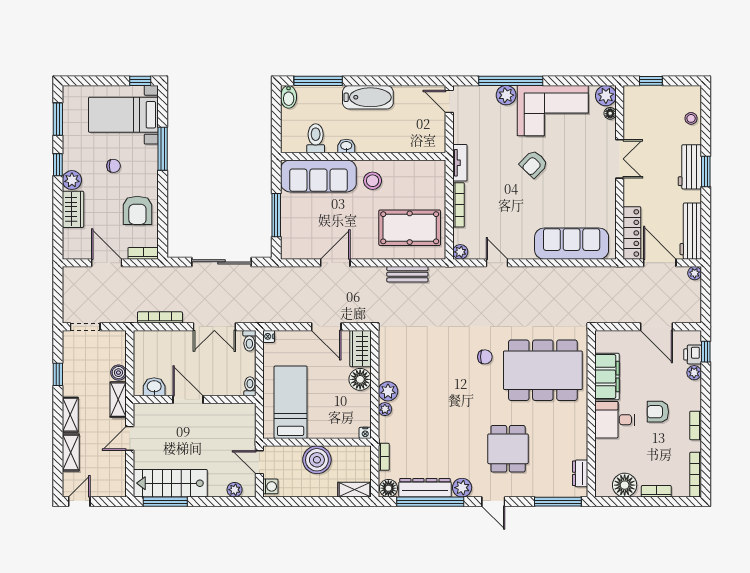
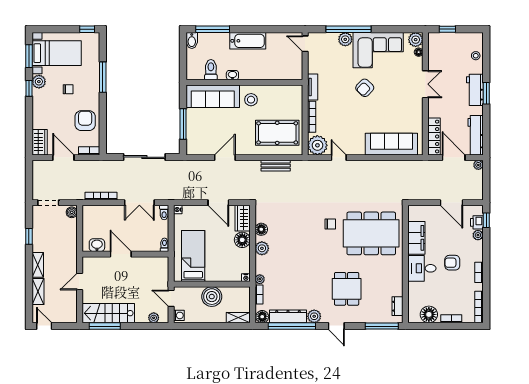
bed with nightstands: (123, 115) -> (57, 53), moved, turned 180
plant: (72, 180) -> (39, 82), moved
wardrobe: (73, 209) -> (40, 142), moved
armchair: (137, 210) -> (85, 121), turned 180
plant: (460, 252) -> (317, 145), width x1.88, depth x1.88
floor lamp: (387, 364) -> (261, 229), added
boiler: (118, 373) -> (72, 212), moved
shelving: (118, 400) -> (72, 254), removed
plant: (385, 409) -> (260, 279), moved
door: (79, 502) -> (44, 326), hinge flipped

